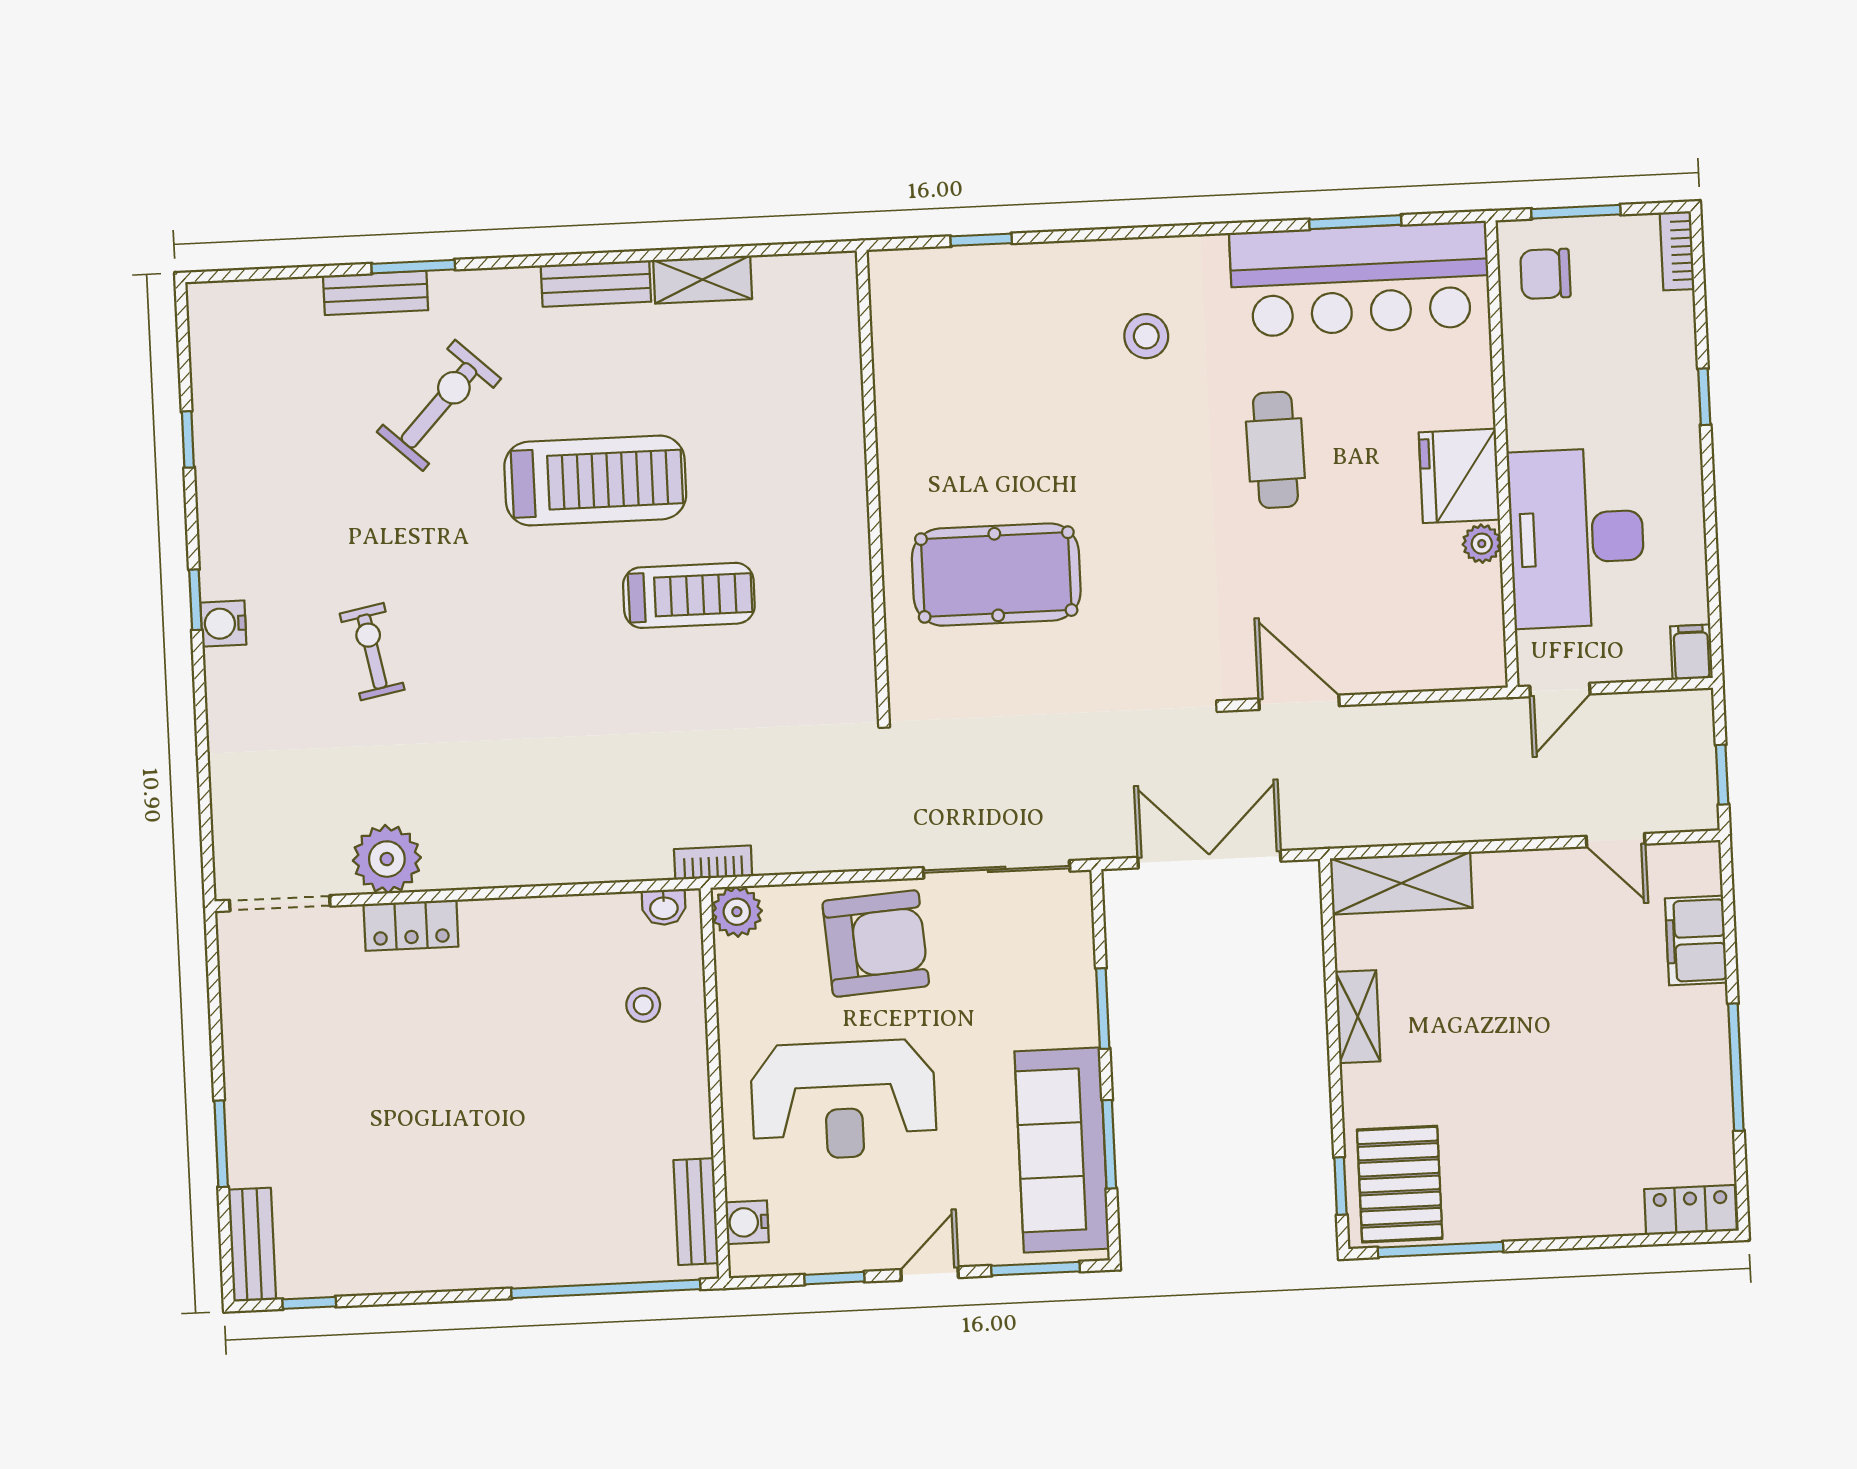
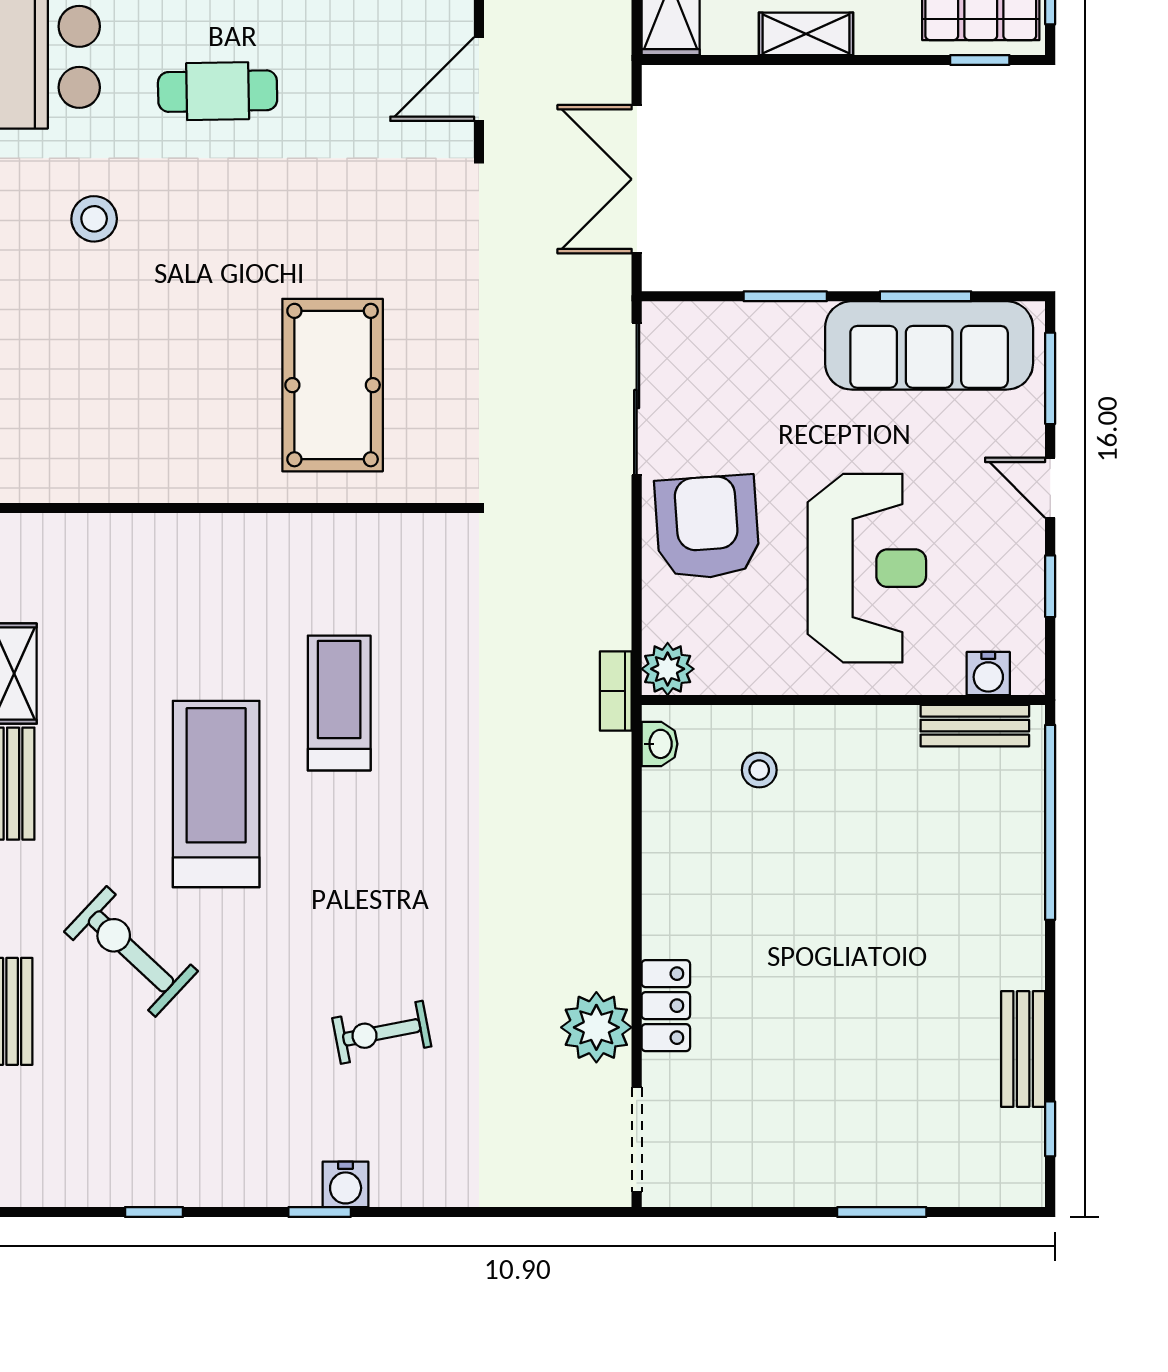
bench: (252, 1245) -> (1023, 1049), moved, turned 90

